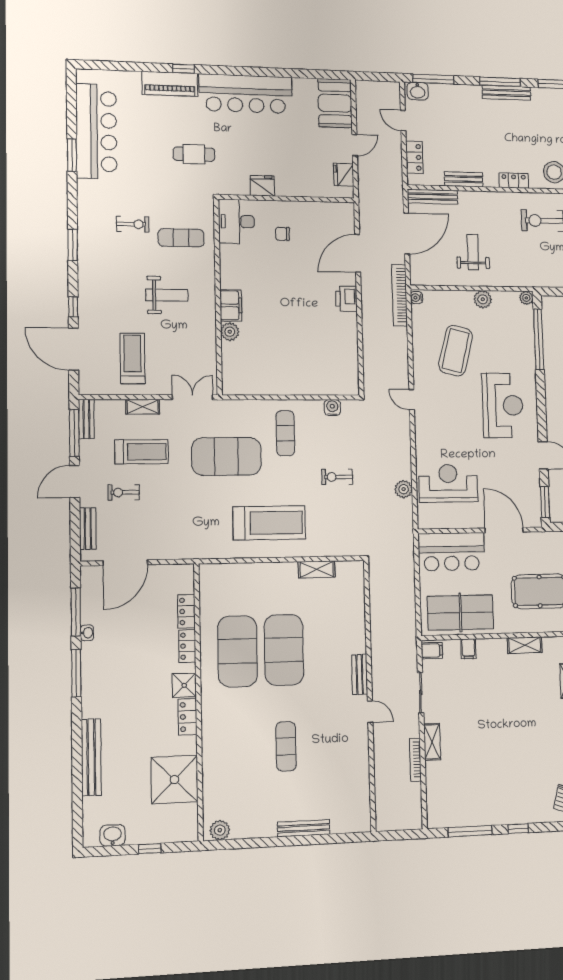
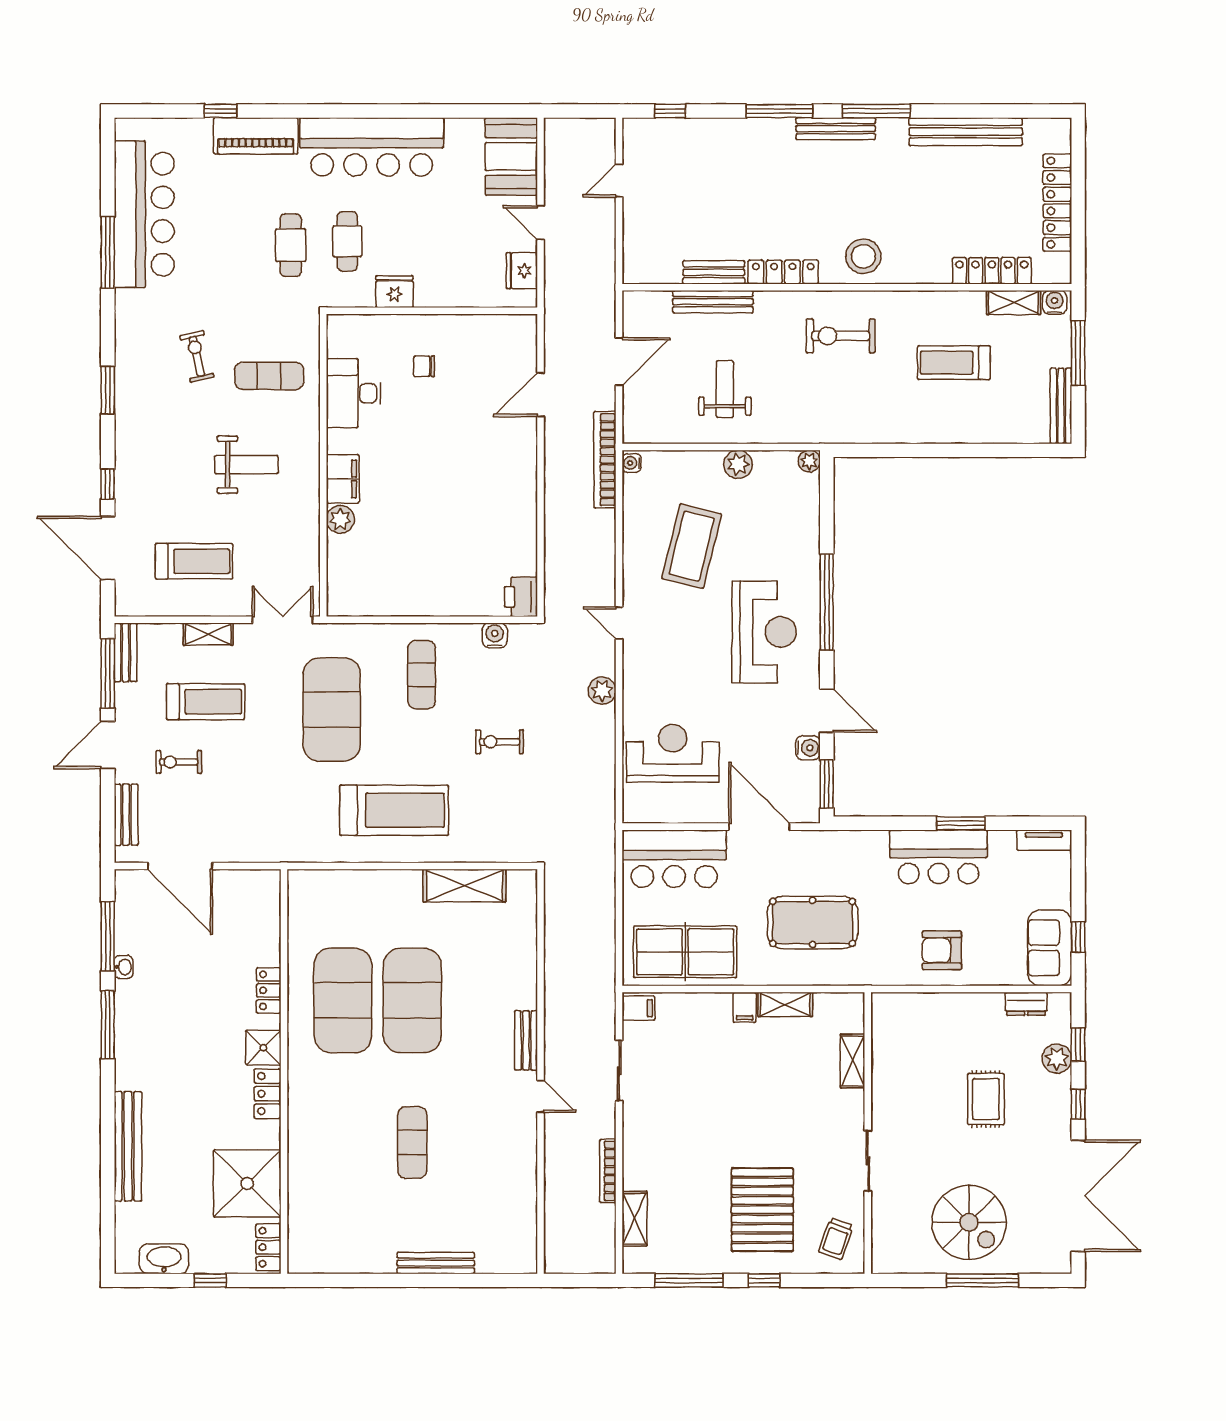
window: (183, 69) -> (221, 111), moved
window: (433, 79) -> (670, 111), width x0.46
washbasin: (418, 91) -> (644, 132), removed
bench: (506, 93) -> (836, 129), moved
door: (403, 121) -> (619, 181), hinge flipped
door: (355, 145) -> (541, 223), swing flipped
cafe table: (231, 153) -> (347, 241), added
cafe table: (194, 154) -> (291, 245), turned 90
window: (72, 155) -> (108, 252), width x1.44
locker: (414, 157) -> (635, 239), removed
locker: (514, 181) -> (783, 272), width x1.53
bench: (432, 197) -> (713, 302), moved
desk: (236, 221) -> (353, 393), moved
exercise bike: (133, 224) -> (197, 356), turned -103
door: (407, 234) -> (619, 362), width x0.73
door: (358, 253) -> (541, 395), width x0.73
printer: (346, 299) -> (521, 597), moved
window: (539, 339) -> (827, 602), moved
treadmill: (132, 358) -> (194, 561), turned 90
exercise mat: (226, 456) -> (332, 709), turned 90
water cooler: (533, 479) -> (808, 748), added
plant: (404, 489) -> (602, 691), moved
door: (125, 563) -> (180, 866), hinge flipped
shelving: (317, 569) -> (464, 886), width x1.50, depth x1.33
locker: (186, 611) -> (268, 1247), moved
filing cabinet: (468, 649) -> (745, 1007), moved
shelving: (432, 742) -> (635, 1219), moved
pallet: (515, 781) -> (762, 1210), added
plant: (220, 830) -> (312, 1259), removed
washbasin: (113, 835) -> (164, 1259), width x1.38

